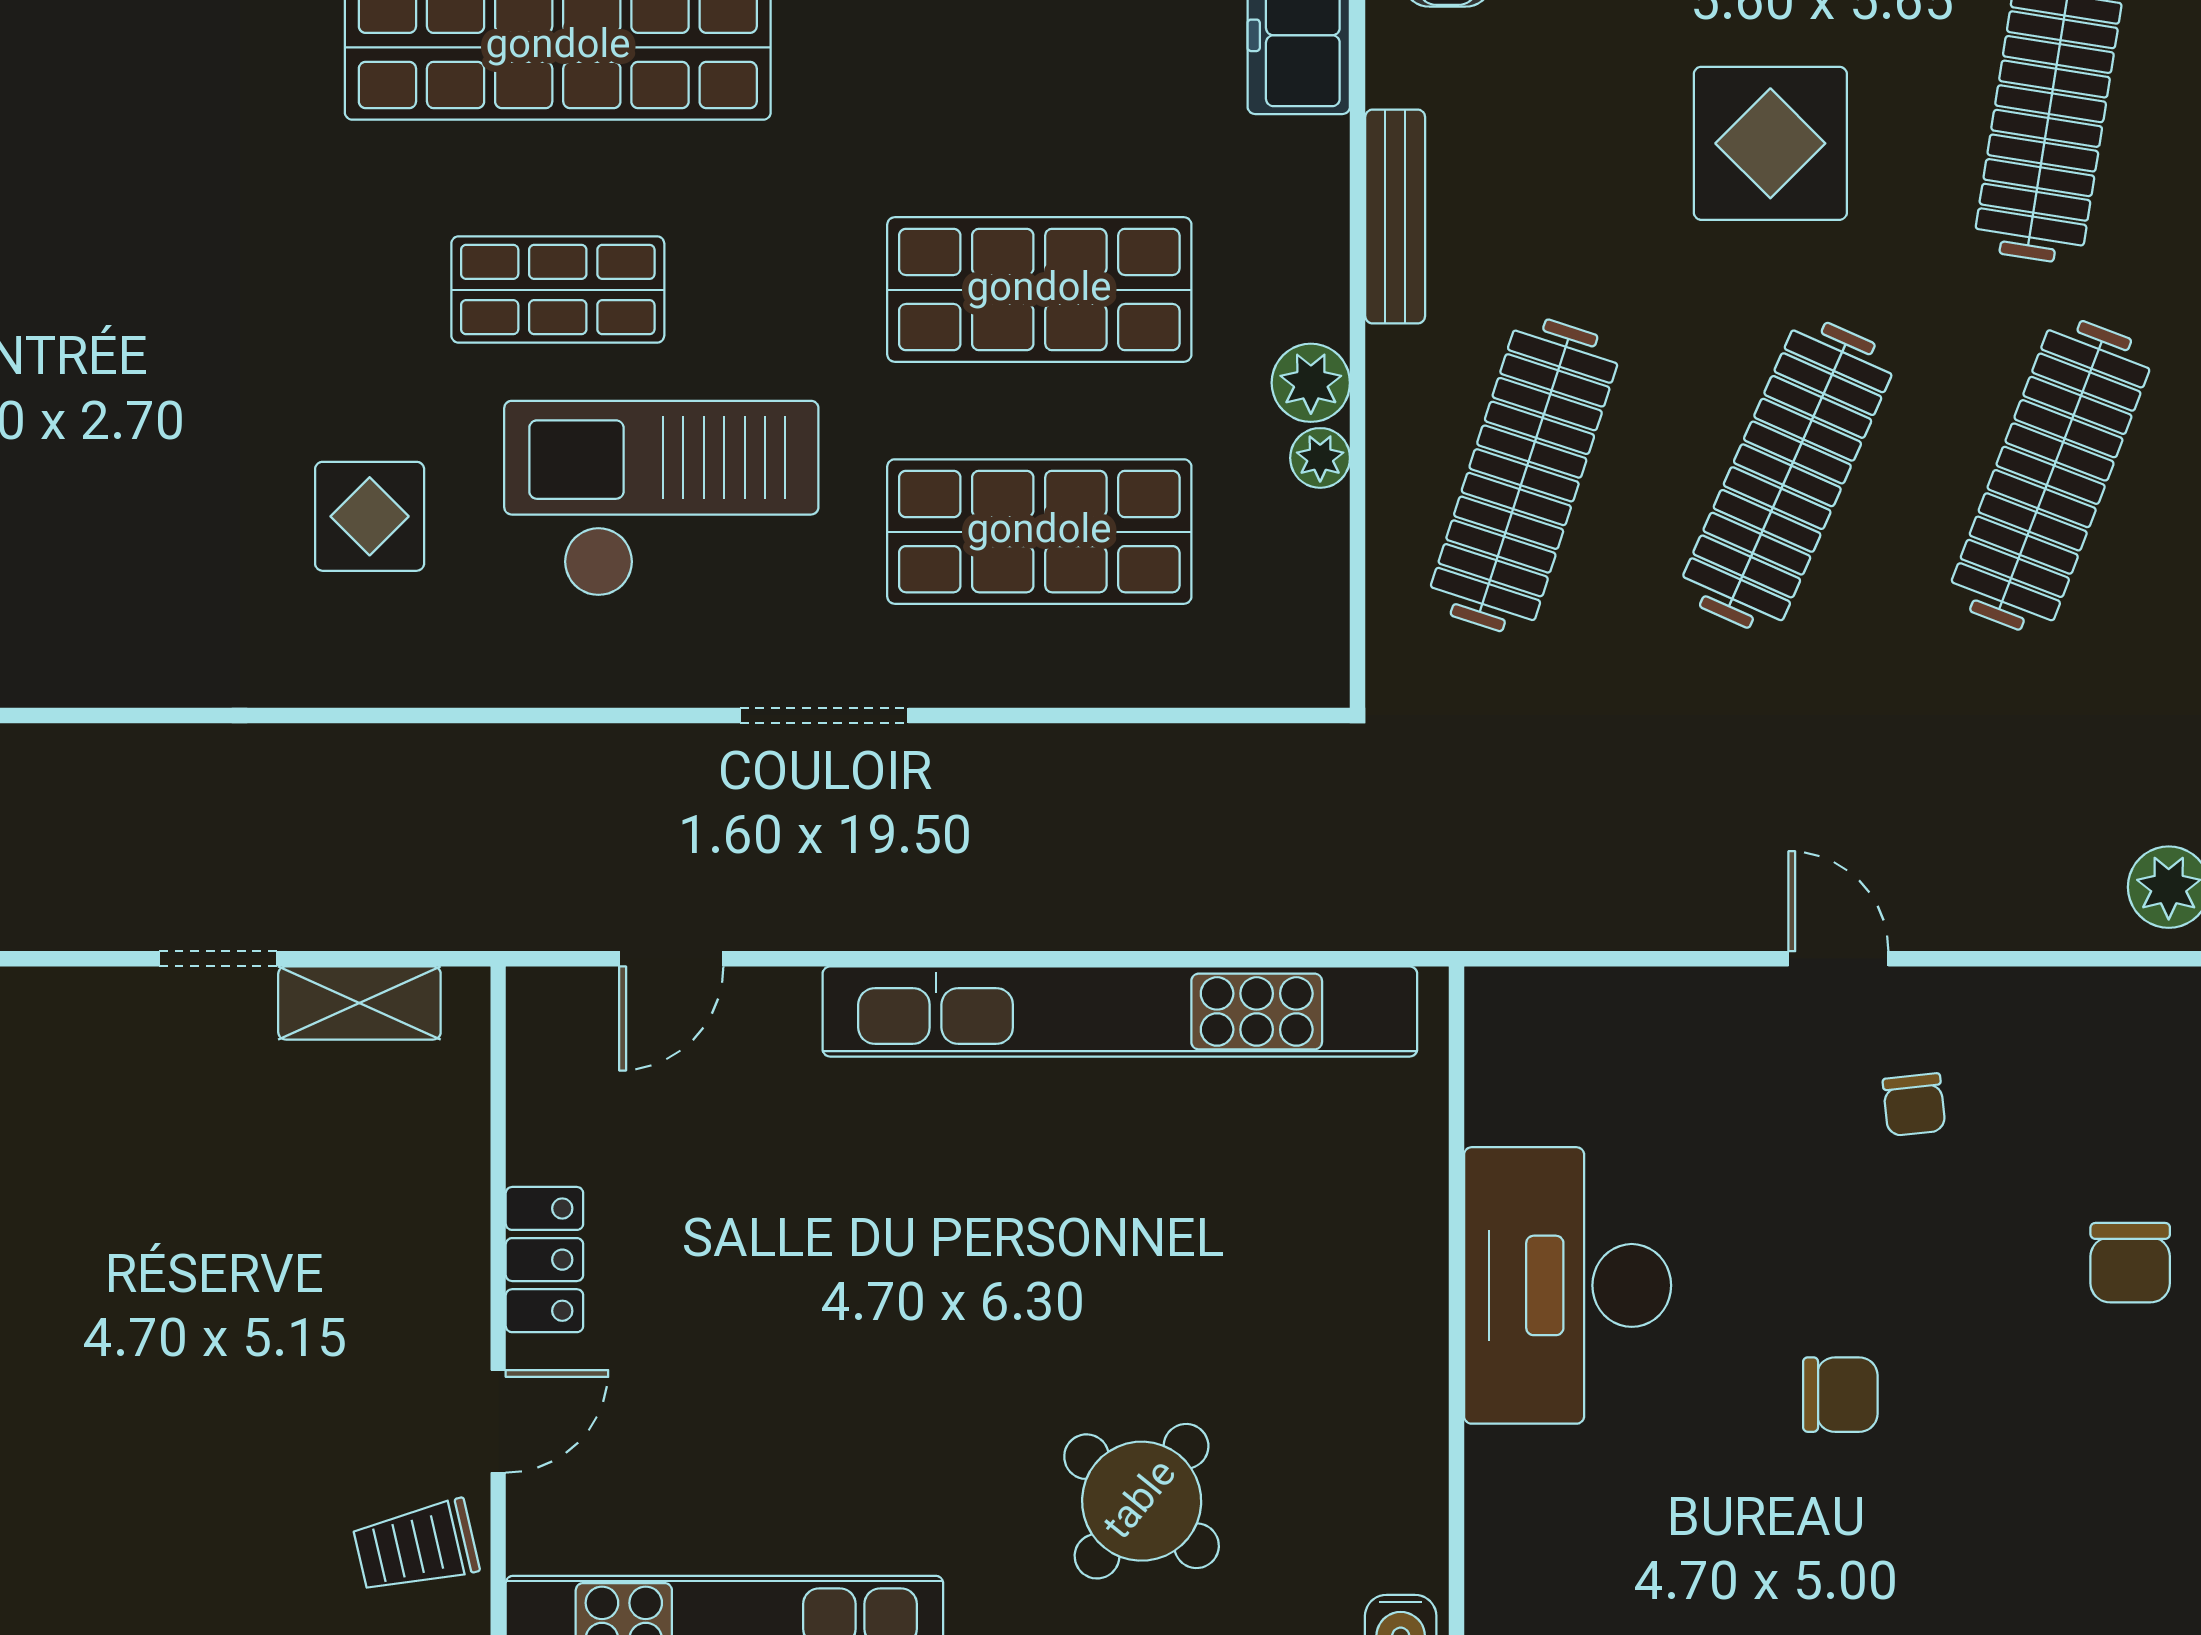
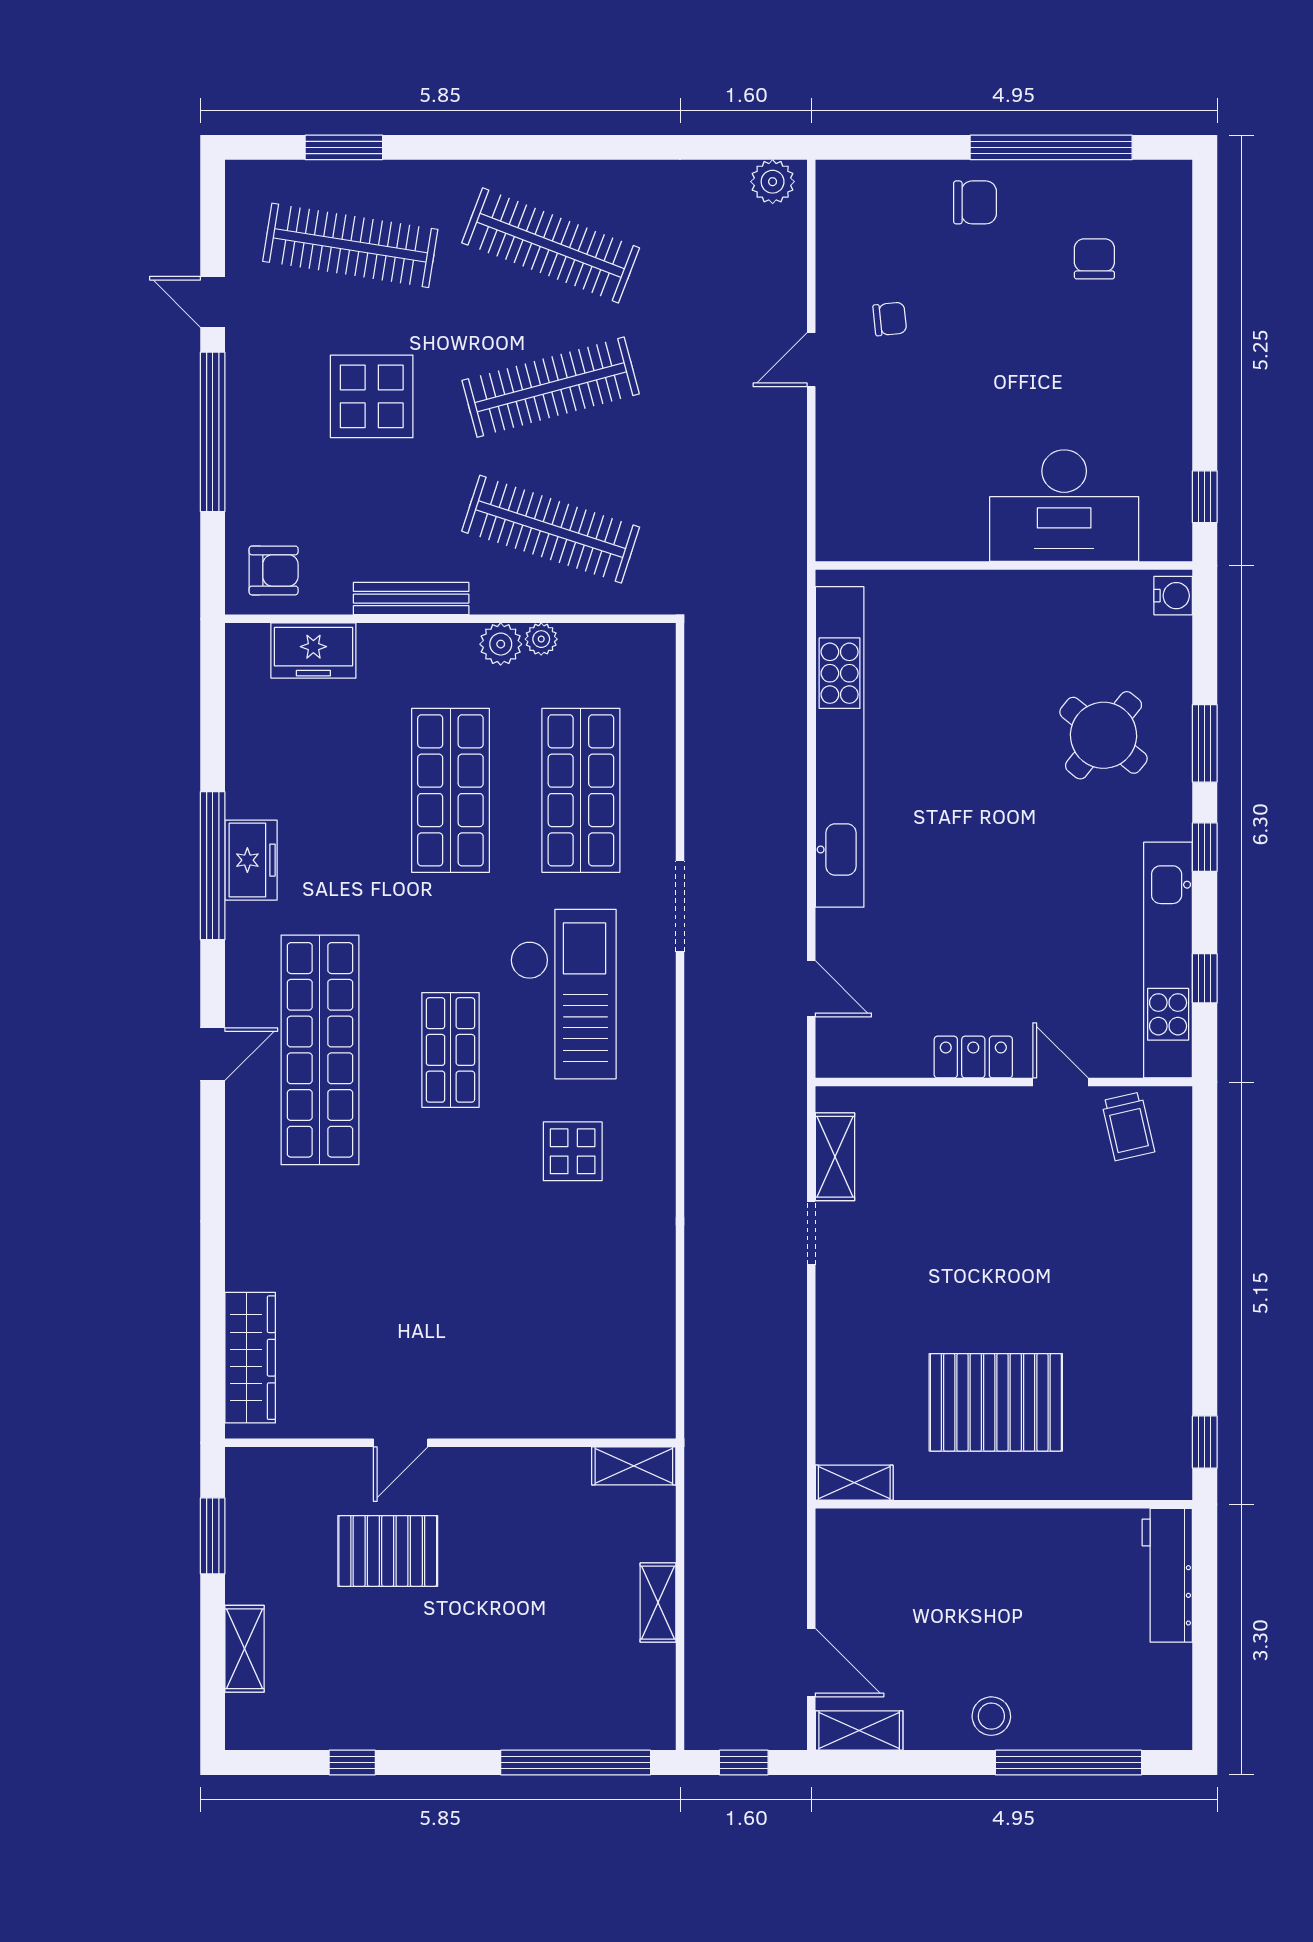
clothes rail: (1787, 475) -> (551, 387), turned -39
checkout: (661, 499) -> (563, 994), turned 180
desk: (1568, 1285) -> (1064, 506), moved
chair: (1840, 1395) -> (1094, 259), moved

